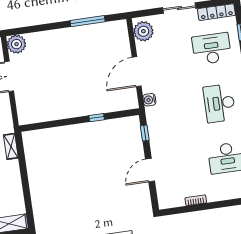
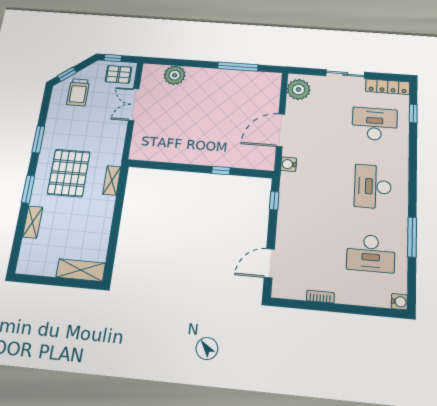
plant: (17, 44) -> (175, 75), moved
door: (150, 170) -> (269, 263), moved

